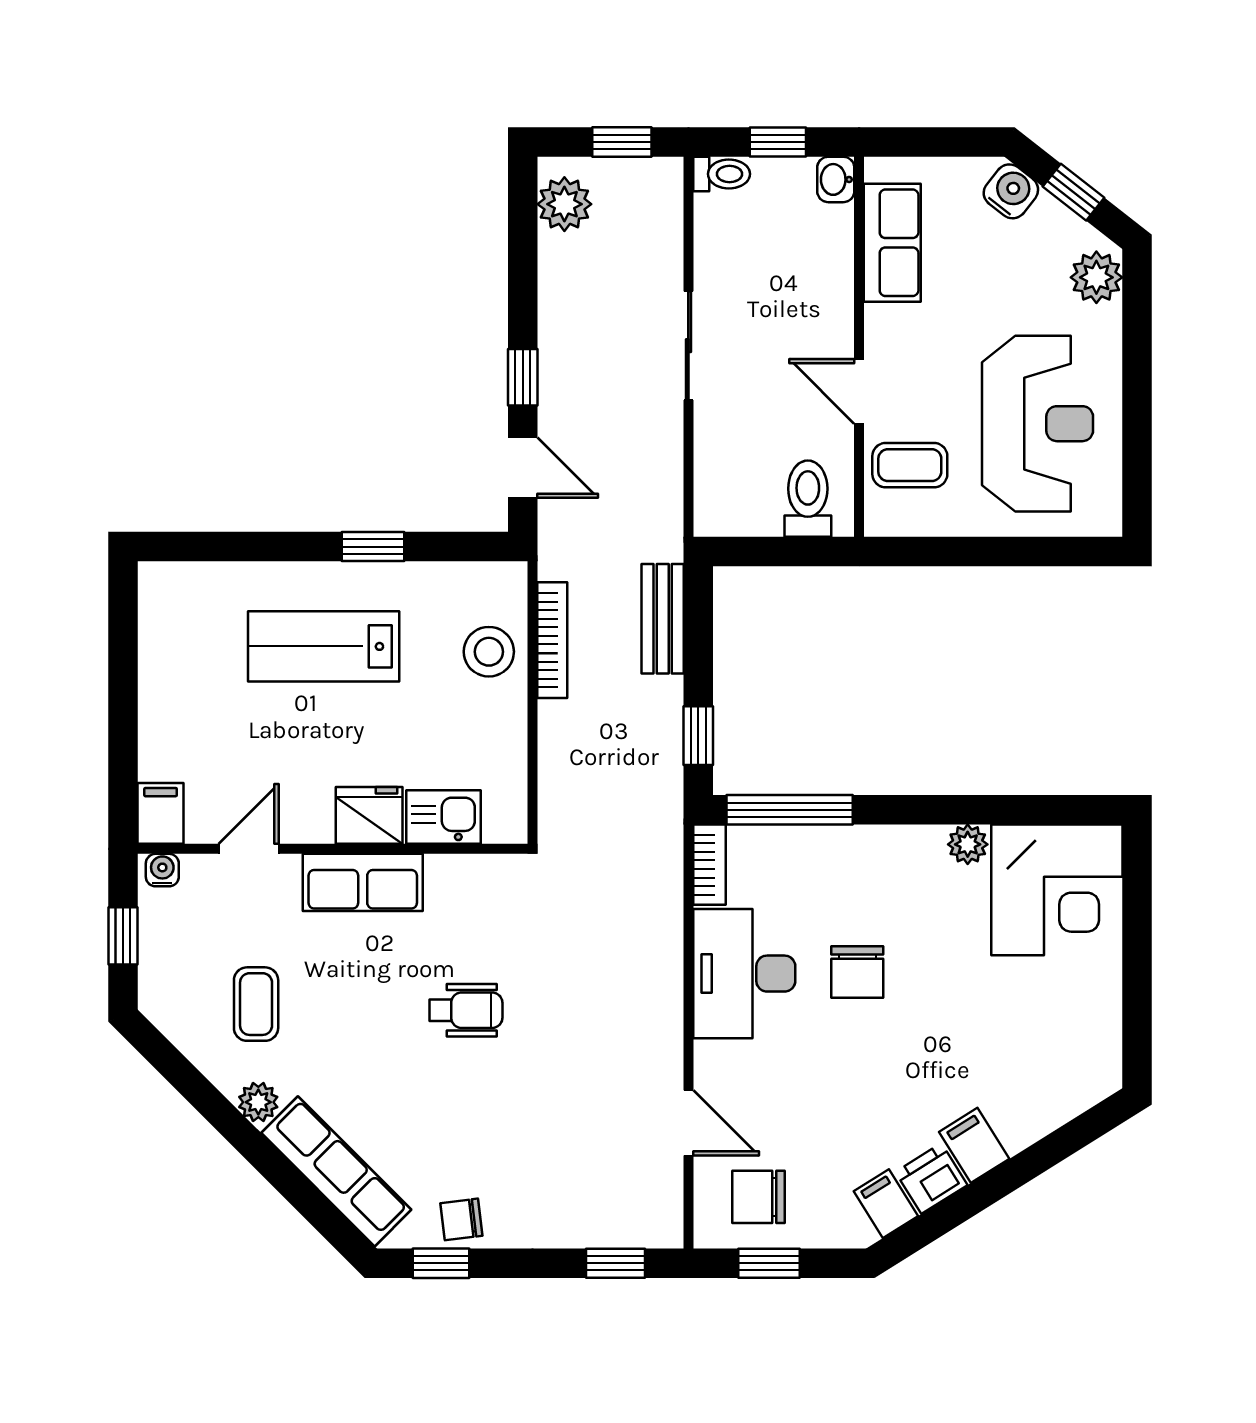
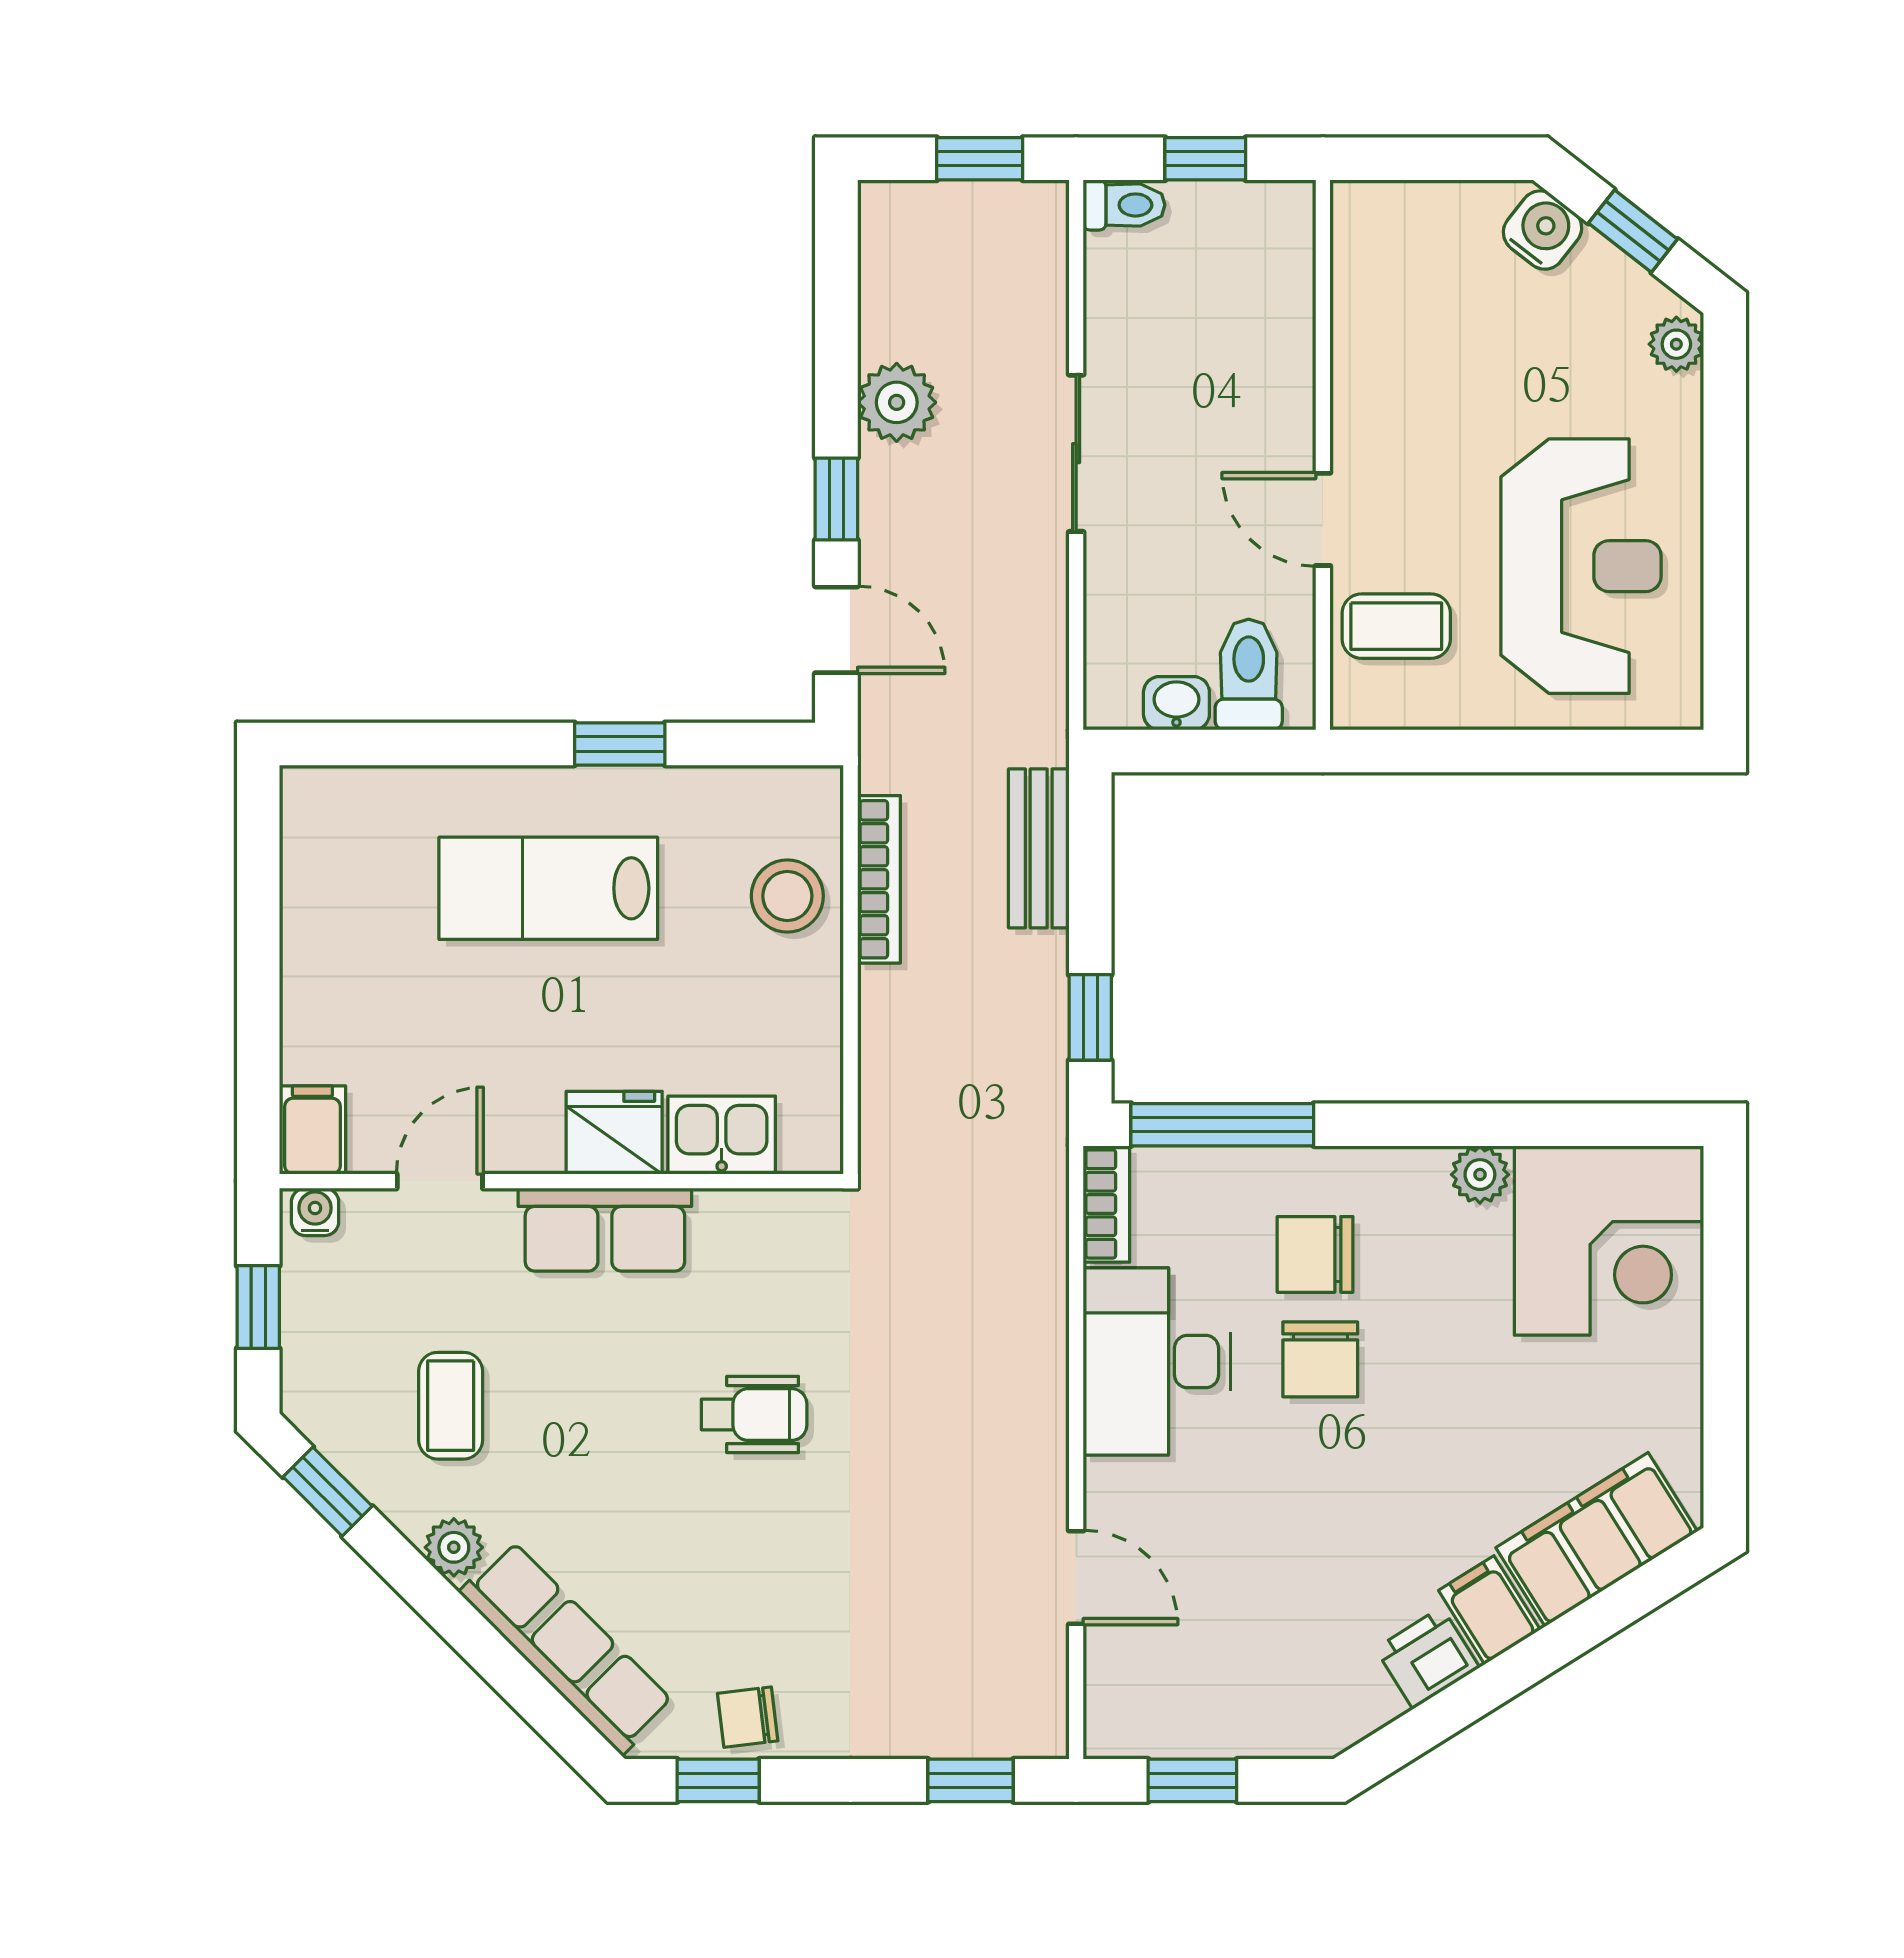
washbasin: (836, 179) -> (1176, 703), moved, turned 90
plant: (564, 204) -> (897, 402), moved
row of seats: (892, 243) -> (1371, 304), removed
plant: (1096, 277) -> (1676, 344), width x0.73, depth x0.73
window: (171, 1064) -> (328, 1492), added
chair: (759, 1197) -> (1315, 1254), moved
filing cabinet: (886, 1204) -> (1597, 1539), moved, width x3.00, depth x1.17

